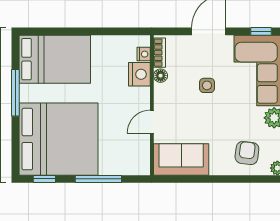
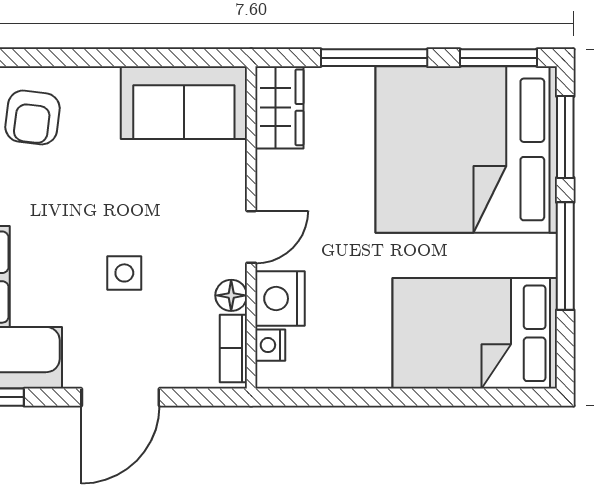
door: (152, 122) -> (251, 237), moved
window: (15, 144) -> (565, 137), added
wardrobe: (140, 157) -> (279, 107), added
window: (44, 179) -> (499, 58), width x1.50

